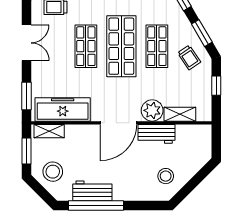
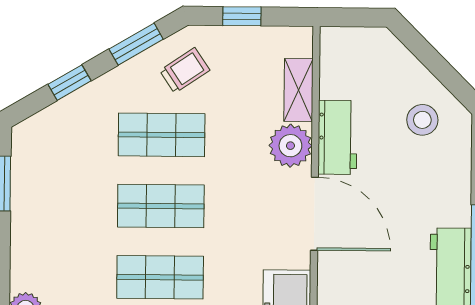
shop shelf: (121, 46) -> (161, 206), width x0.70, depth x0.74

